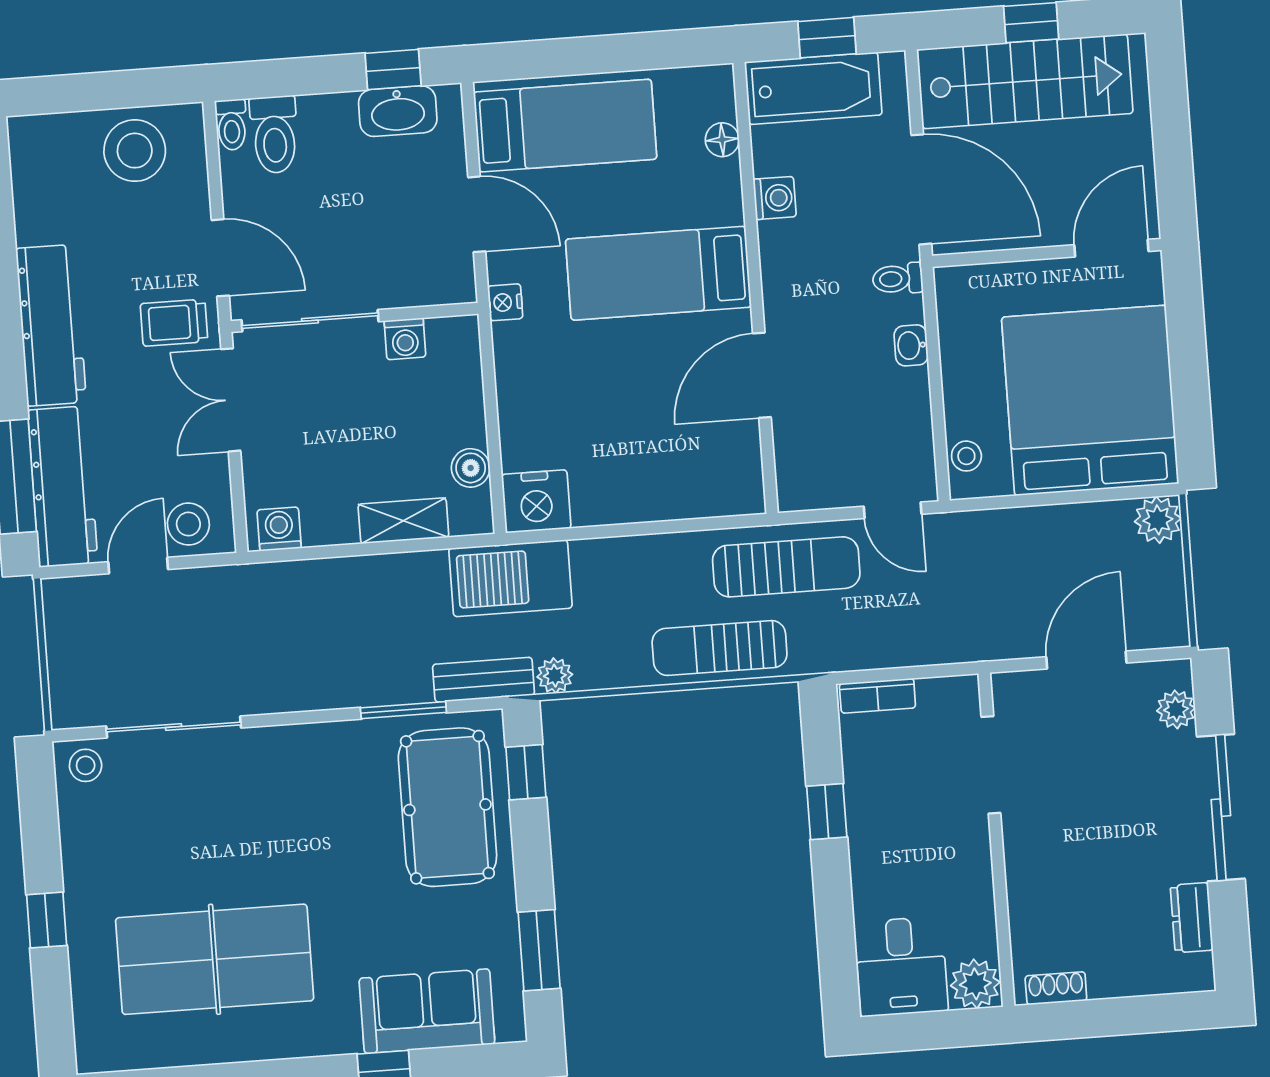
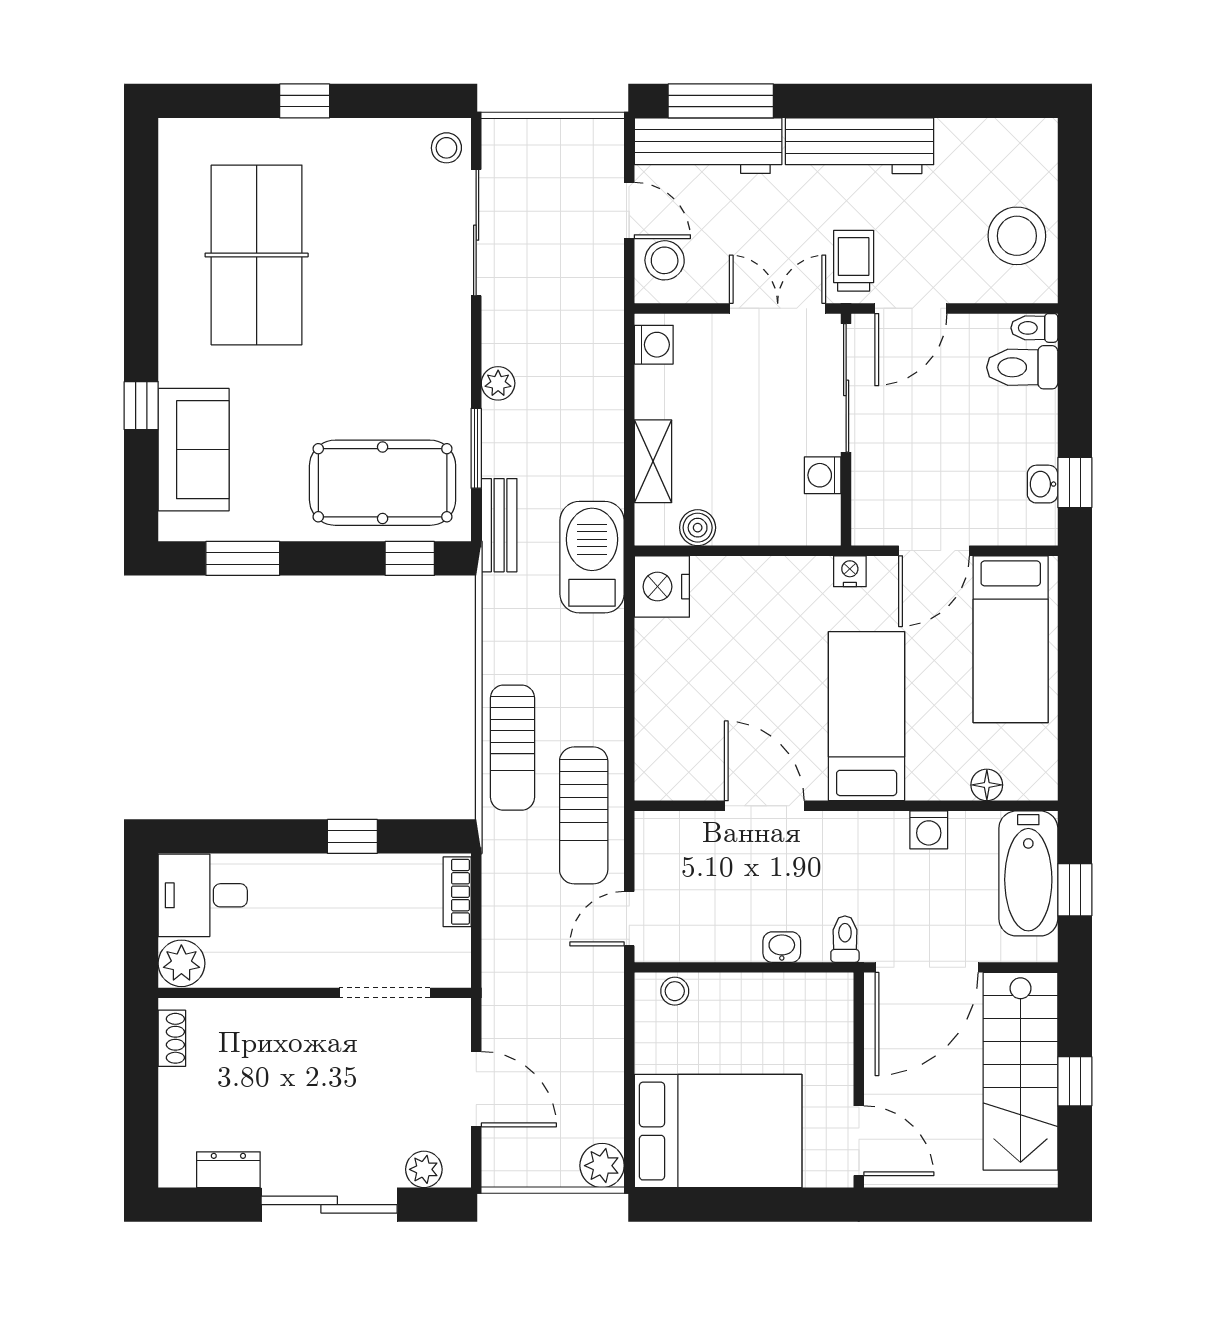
washbasin: (398, 111) -> (1043, 484), width x0.52, depth x0.69
bed: (1090, 400) -> (718, 1131), width x0.73
sun lounger: (720, 648) -> (512, 748), turned 180
plant: (555, 676) -> (498, 383), moved

